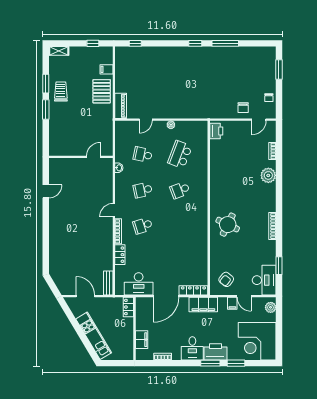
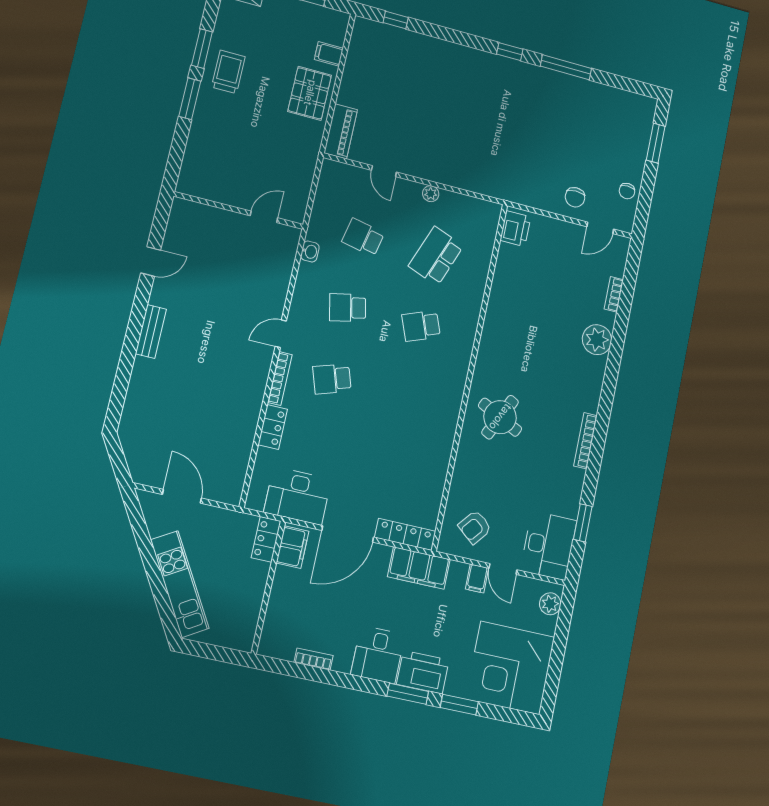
door: (146, 120) -> (384, 171), hinge flipped
bench: (108, 283) -> (151, 331), moved
filing cabinet: (142, 340) -> (292, 547), moved

